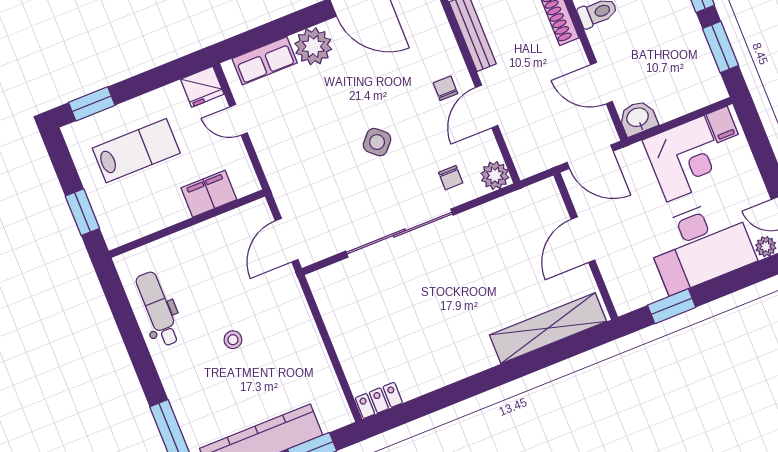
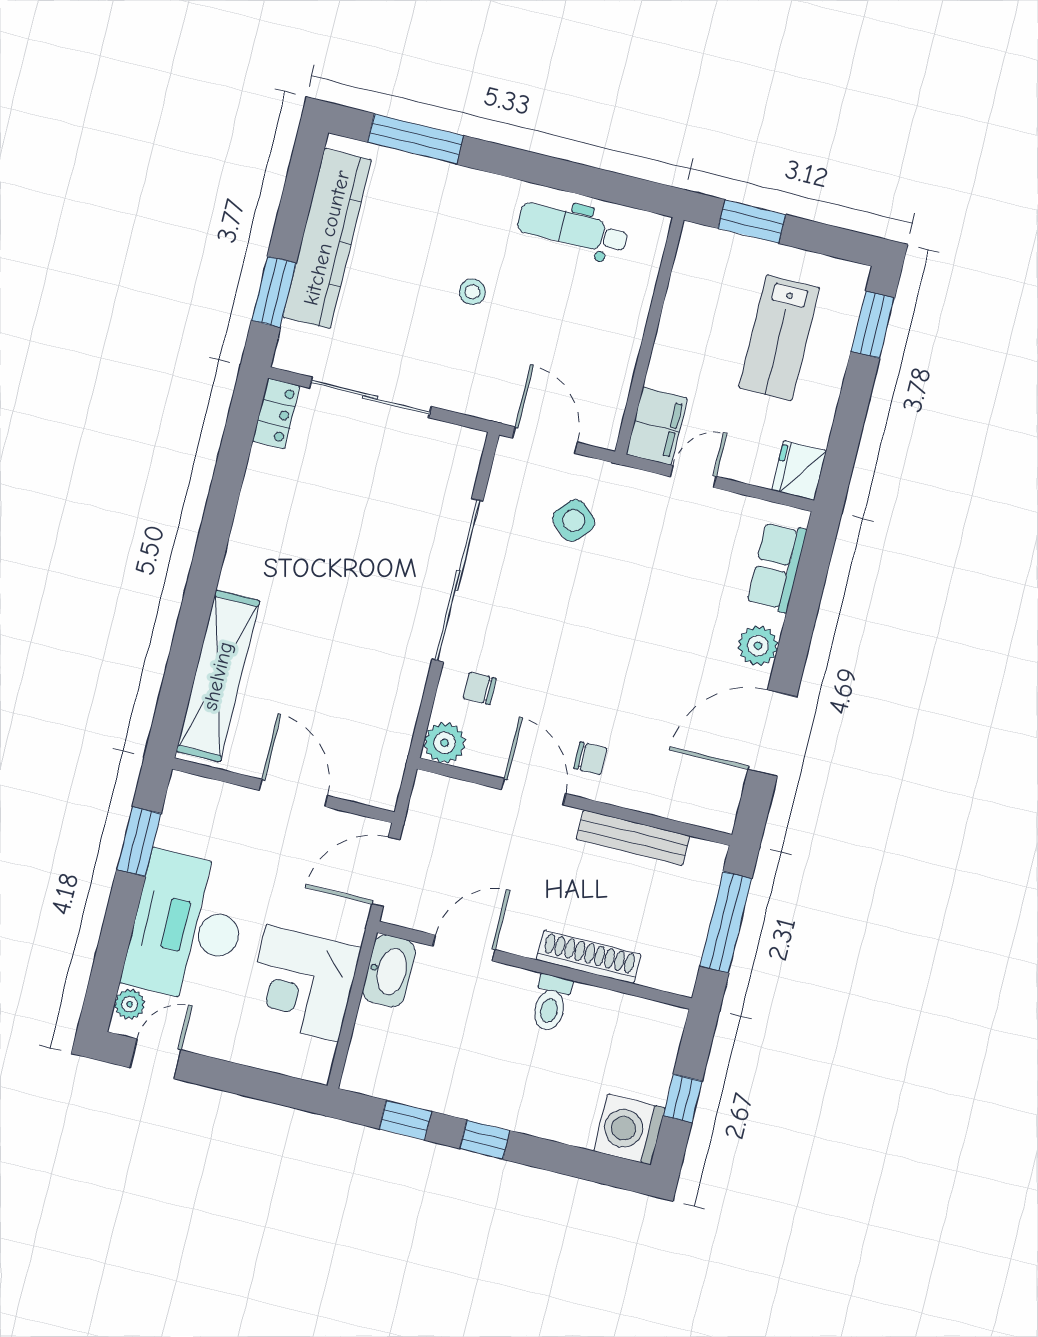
plant: (313, 46) -> (758, 646), width x0.73, depth x0.73
window: (721, 47) -> (405, 1120), width x0.67
washbasin: (638, 118) -> (389, 971), width x1.38
door: (238, 120) -> (693, 477), moved
filing cabinet: (722, 124) -> (312, 1056), removed
side table: (377, 142) -> (574, 520), moved
filing cabinet: (209, 194) -> (657, 426), moved
dental chair: (158, 309) -> (573, 229), turned 180
sliding door: (332, 354) -> (370, 397), added

